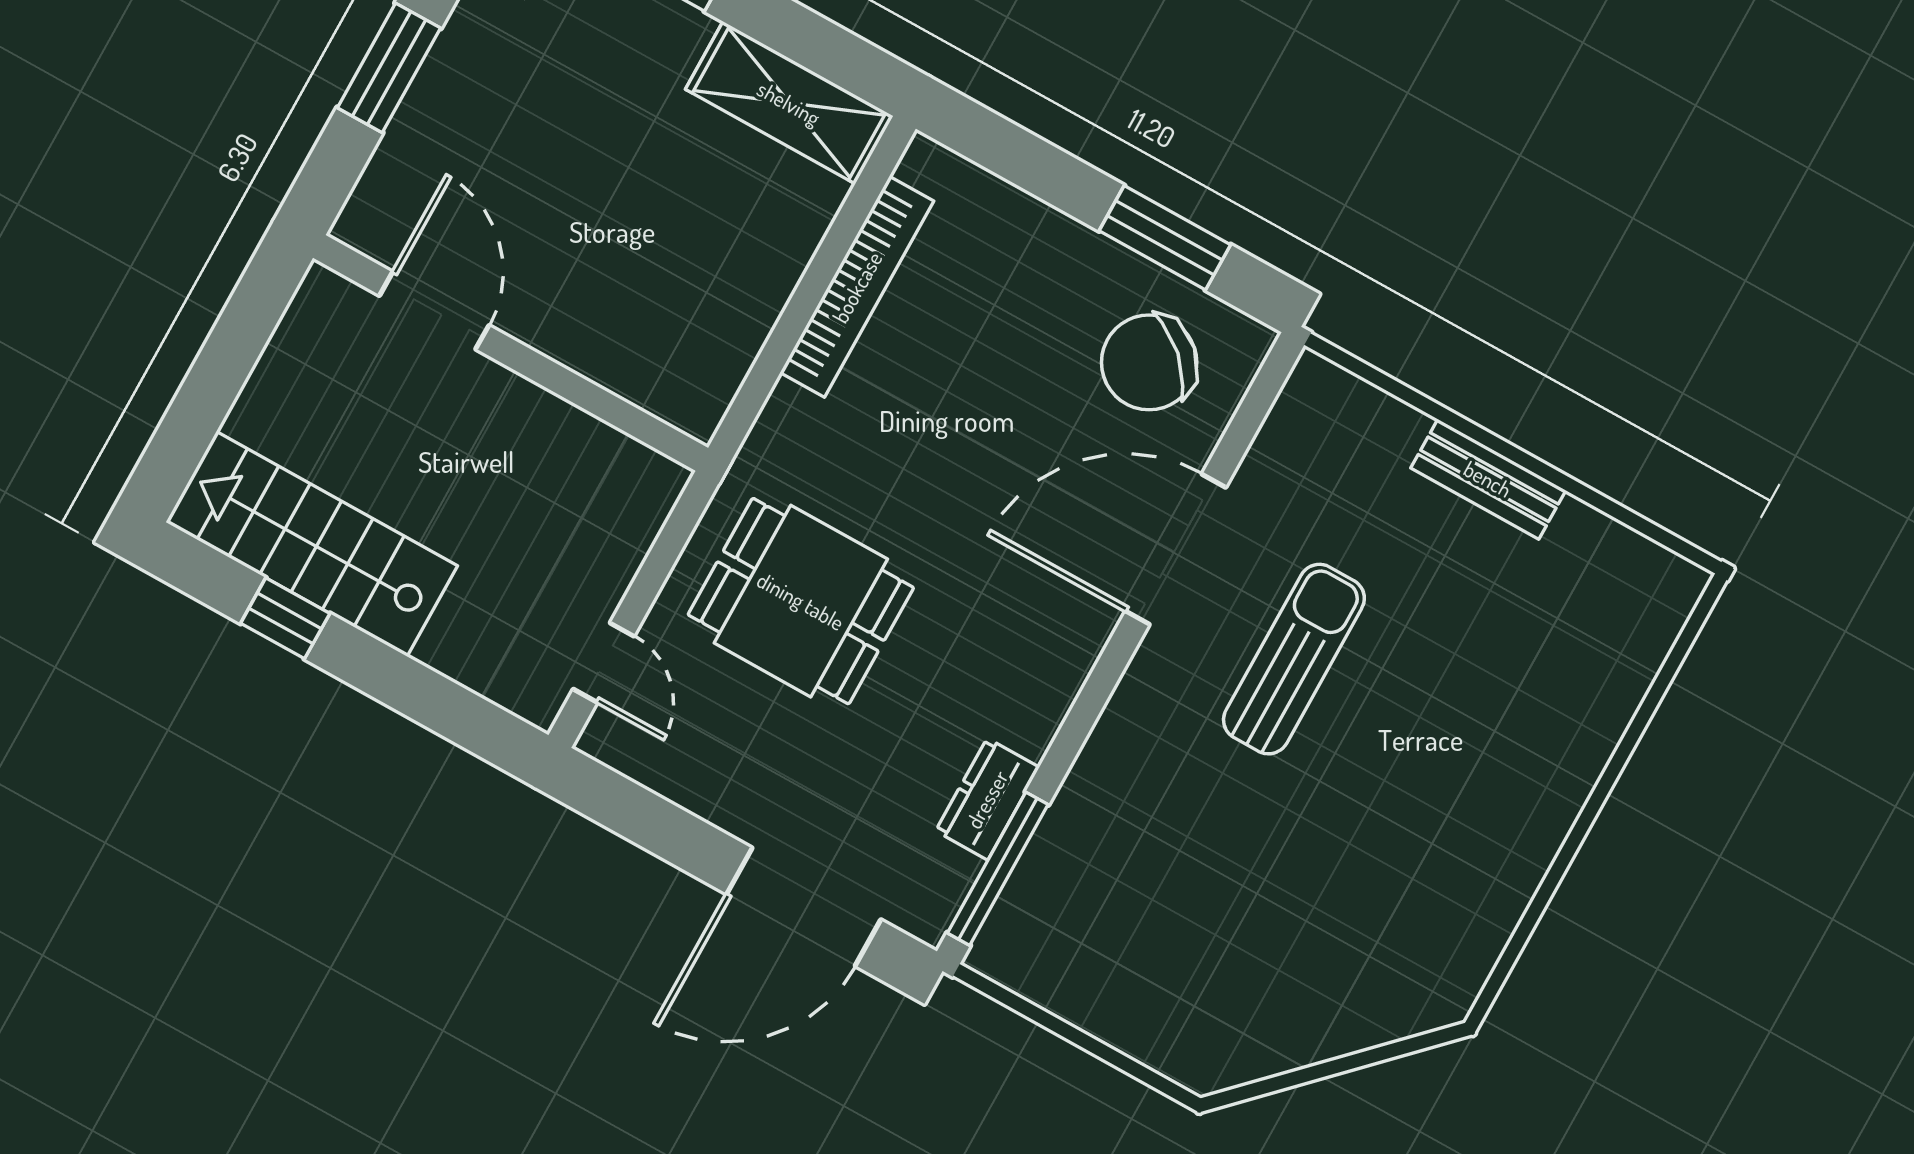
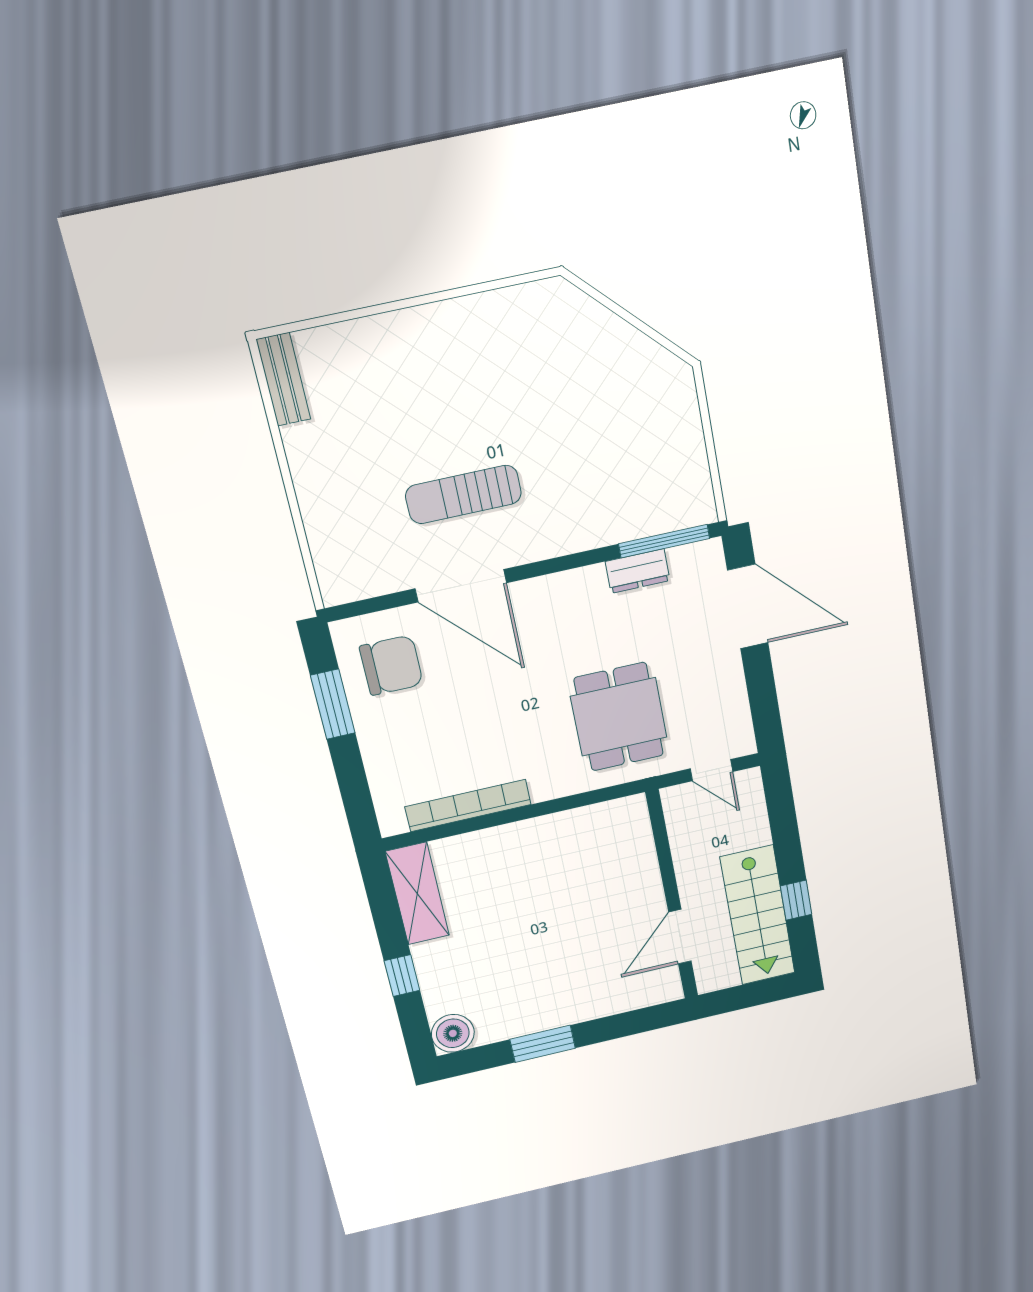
door: (434, 310) -> (680, 937), moved
wall: (511, 353) -> (672, 896), moved
chair: (1149, 362) -> (391, 665), turned -43
bench: (1488, 479) -> (283, 379), moved
door: (604, 663) -> (712, 770), swing flipped

